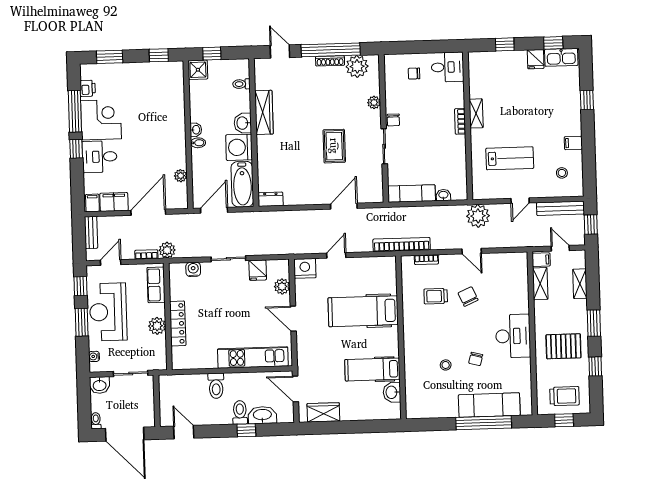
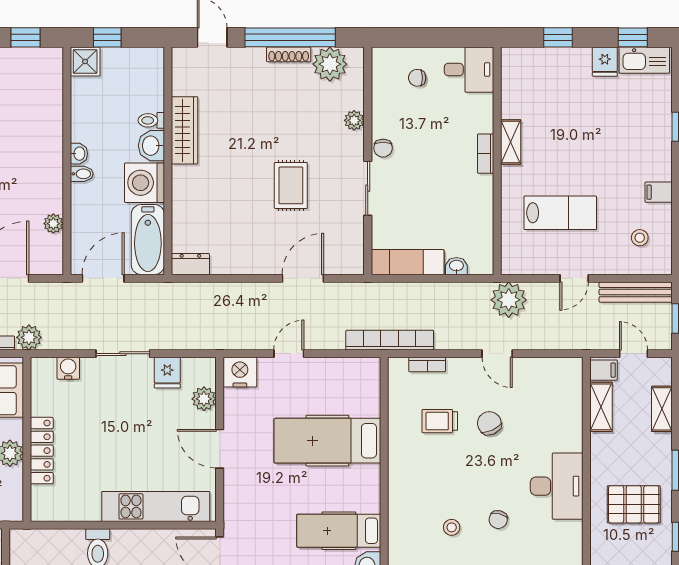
toilet: (241, 84) -> (151, 120), moved

